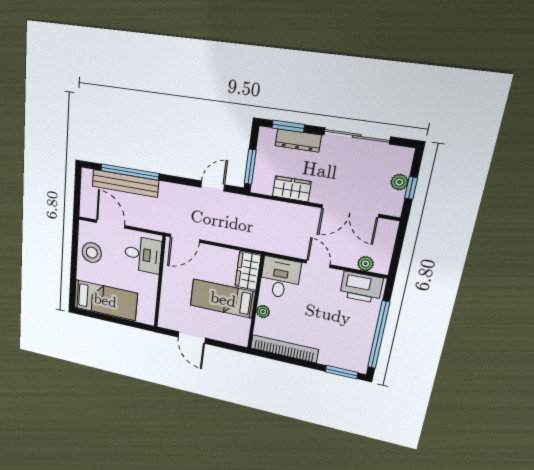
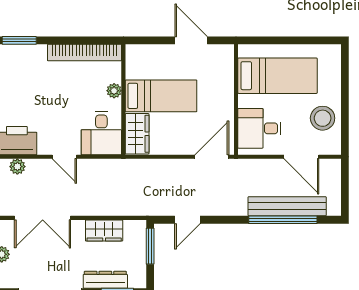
double door: (350, 211) -> (43, 218), swing flipped
bed: (105, 300) -> (277, 76), moved, turned 180

